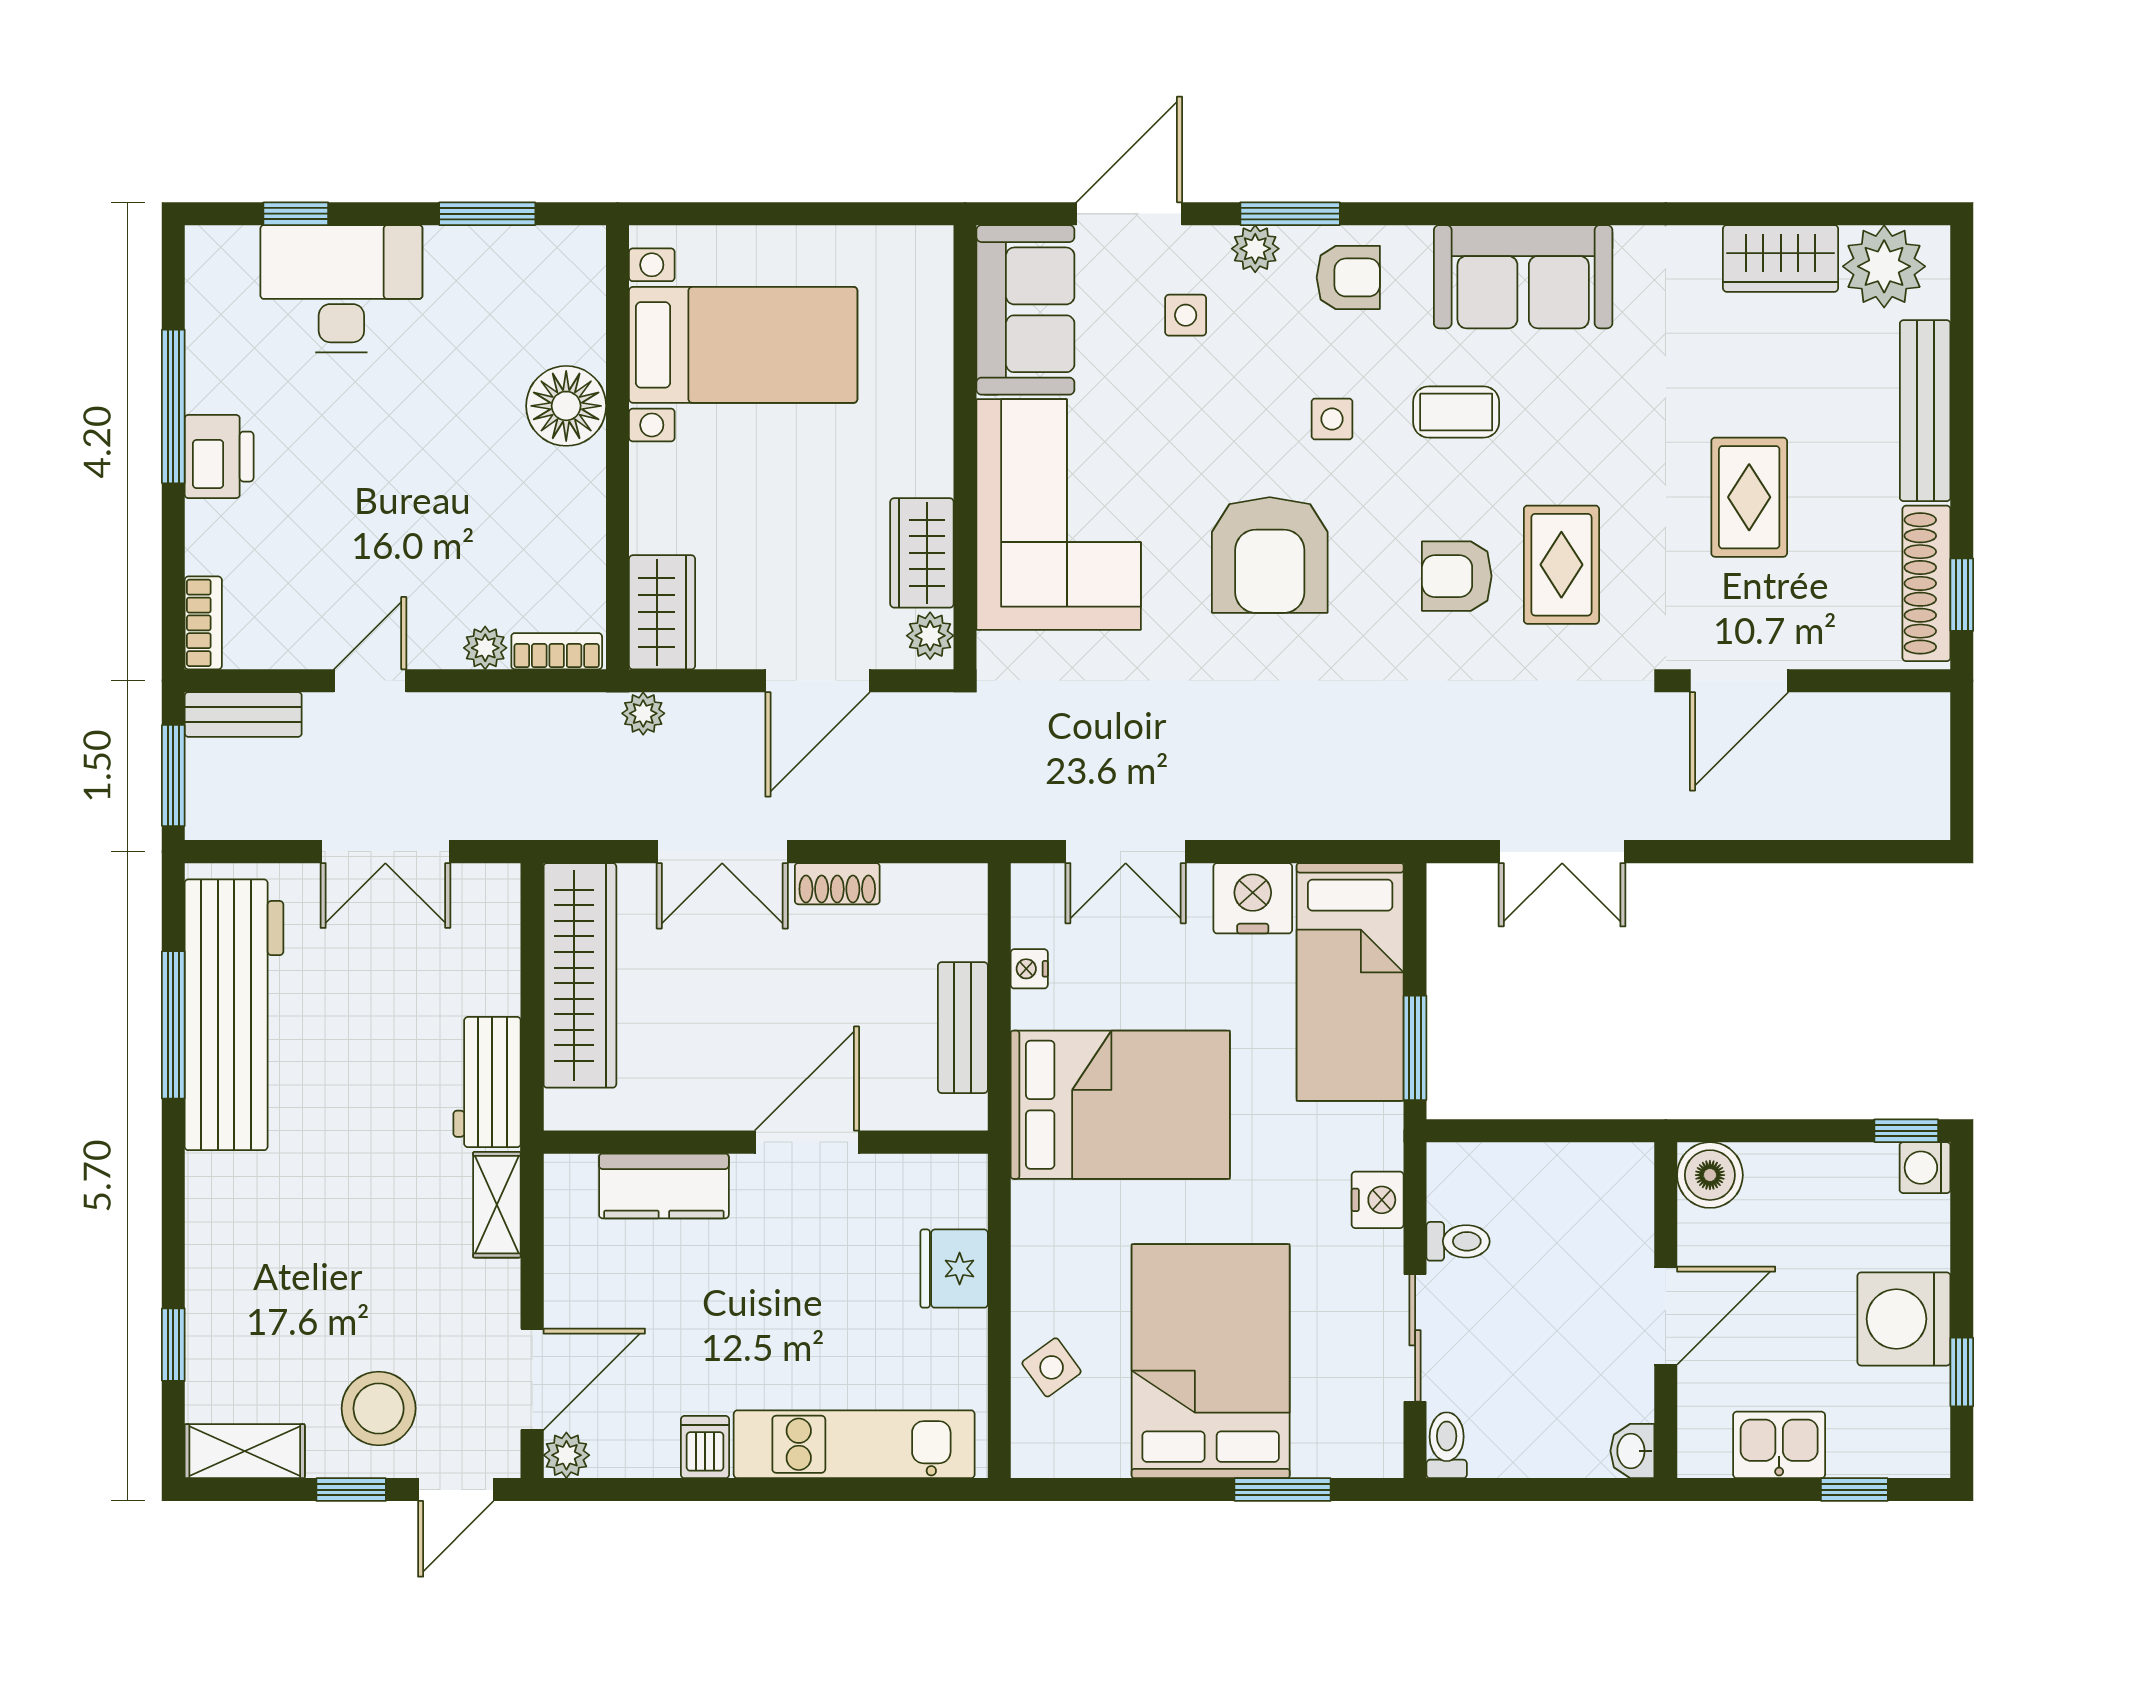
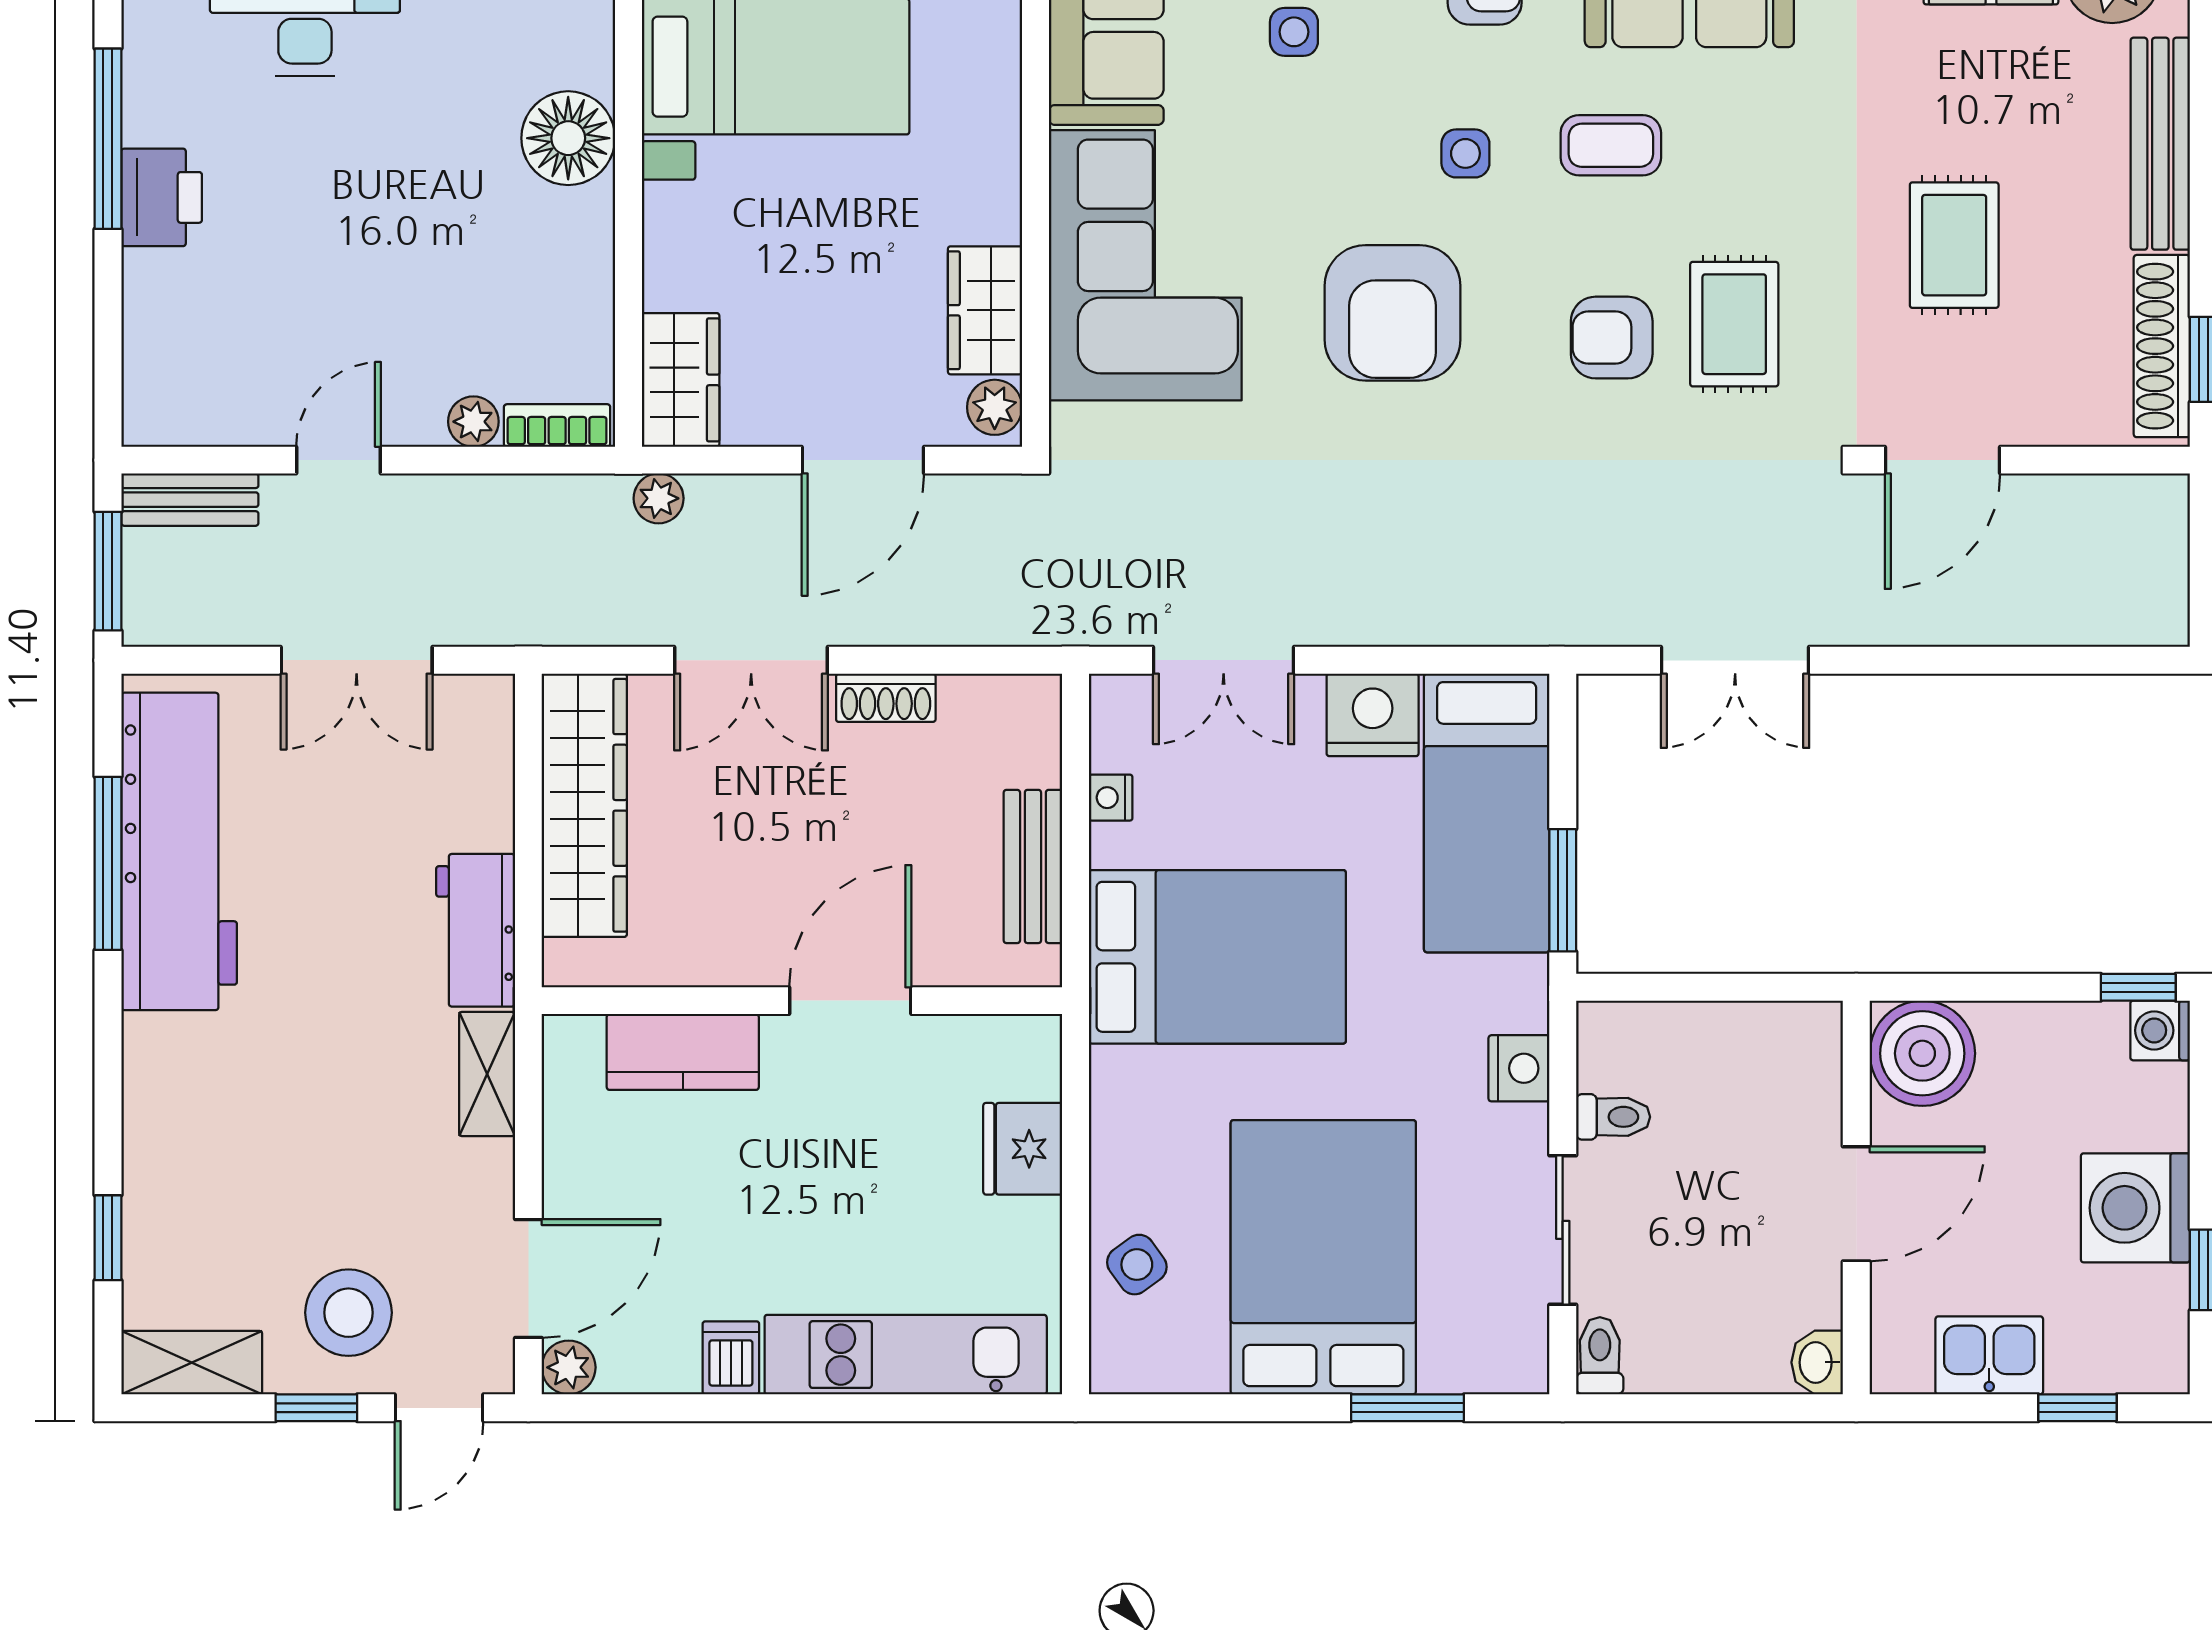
bookcase: (203, 623) -> (143, 392), removed
boiler: (1710, 1175) -> (1922, 1053), width x1.37, depth x1.37

